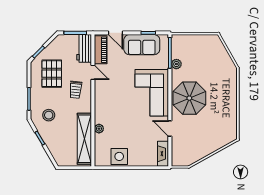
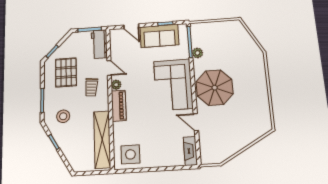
piano: (101, 50) -> (119, 106), moved
plant: (99, 129) -> (116, 85), moved
side table: (119, 156) -> (130, 154), moved

